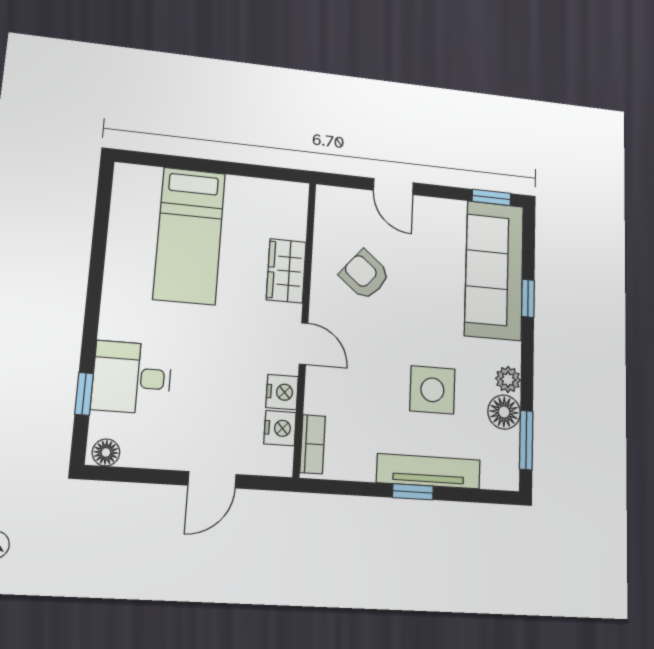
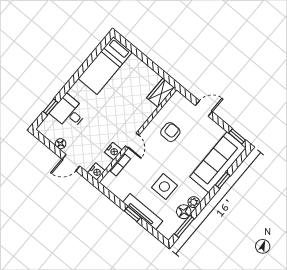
door: (393, 186) -> (204, 109), swing flipped
bed: (189, 236) -> (105, 65), moved
wardrobe: (286, 271) -> (161, 93), moved
armchair: (365, 275) -> (170, 132), turned 50
nightstand: (280, 428) -> (96, 172), moved
bookcase: (313, 444) -> (120, 164), moved
floor lamp: (106, 452) -> (61, 144), moved

